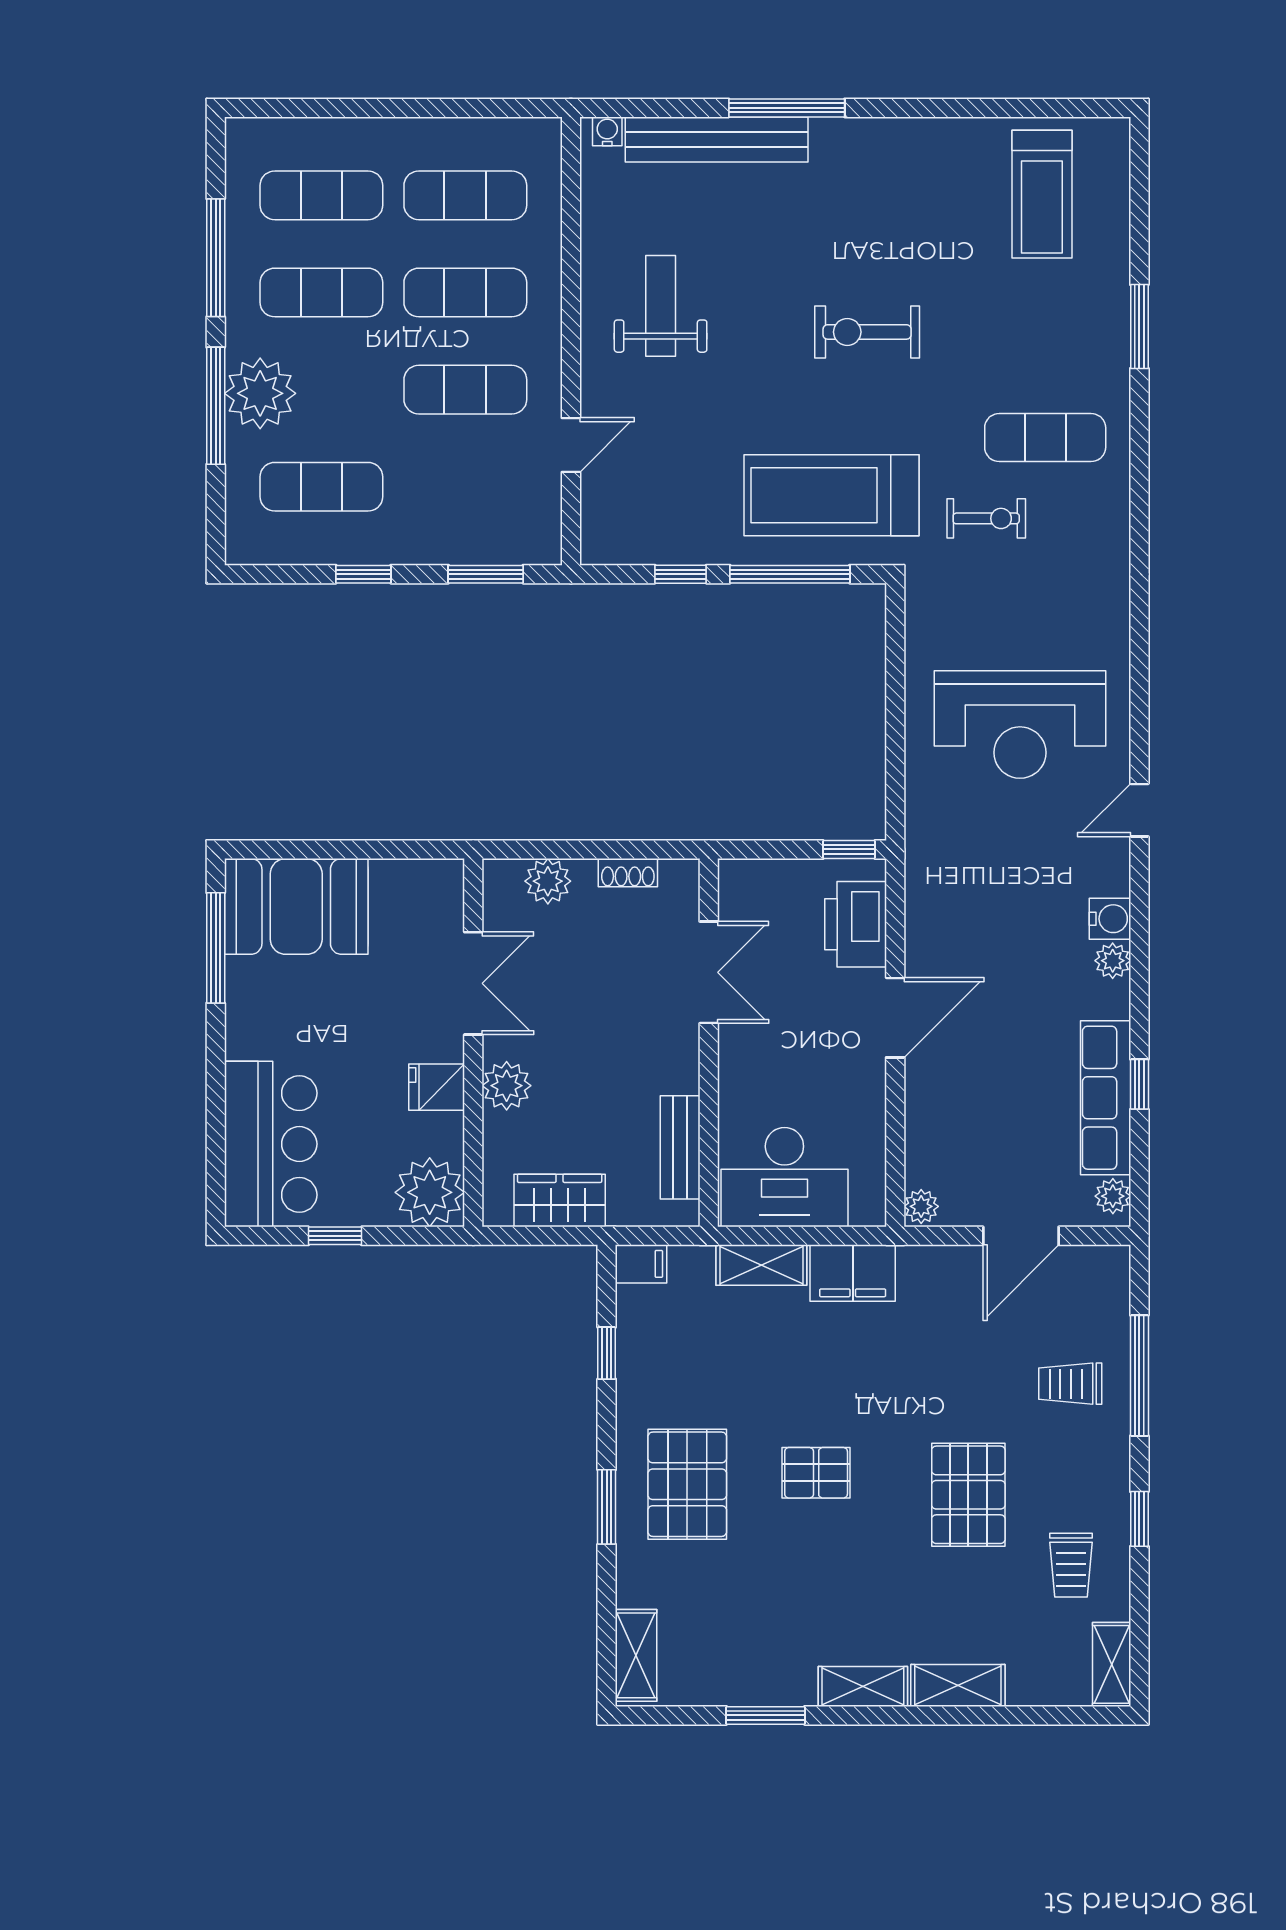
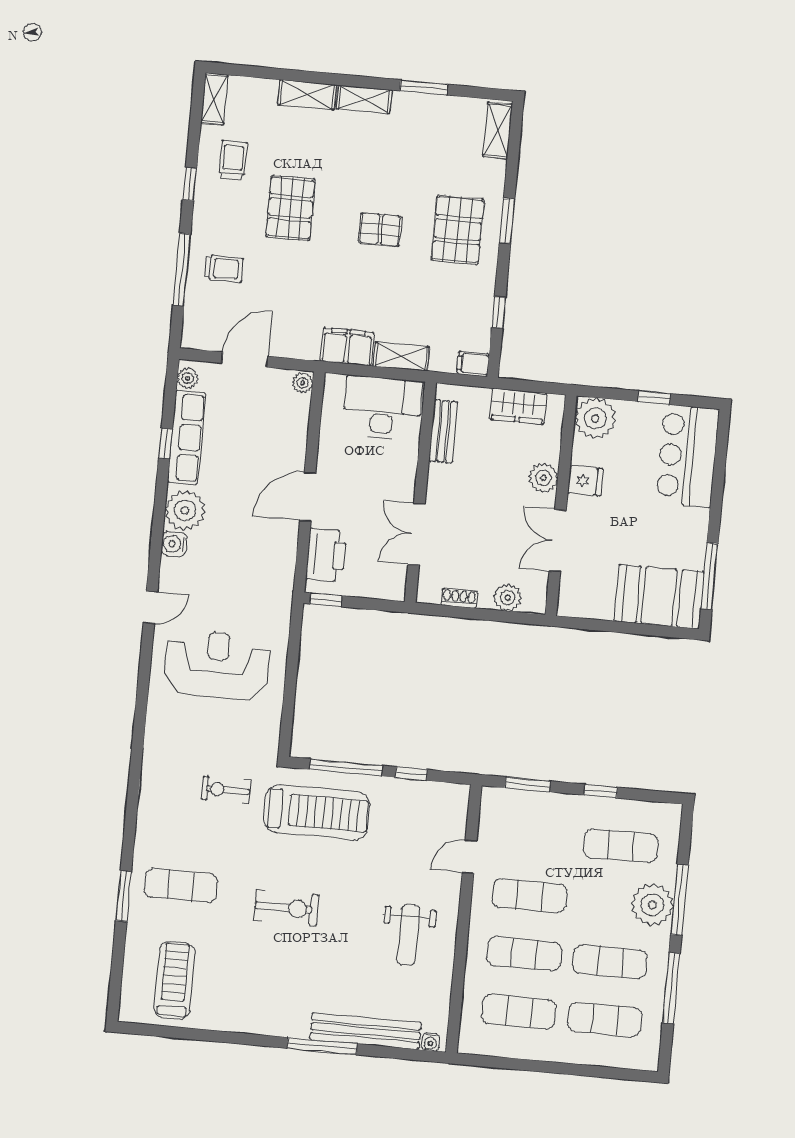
exercise mat: (1045, 438) -> (181, 886), moved
plant: (1113, 961) -> (185, 510), width x1.88, depth x1.88

